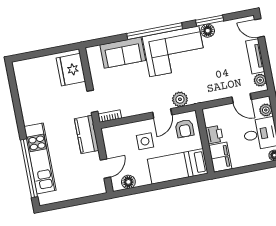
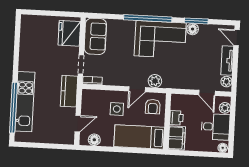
sofa: (123, 53) -> (95, 36), moved, turned -90

